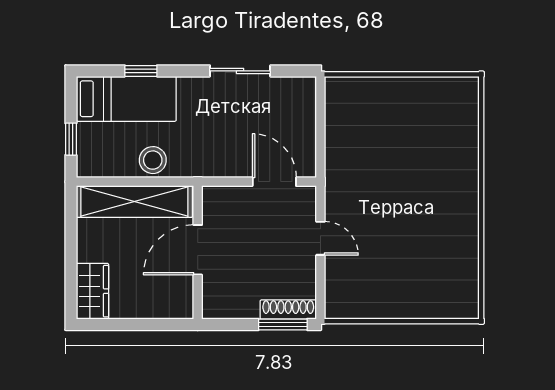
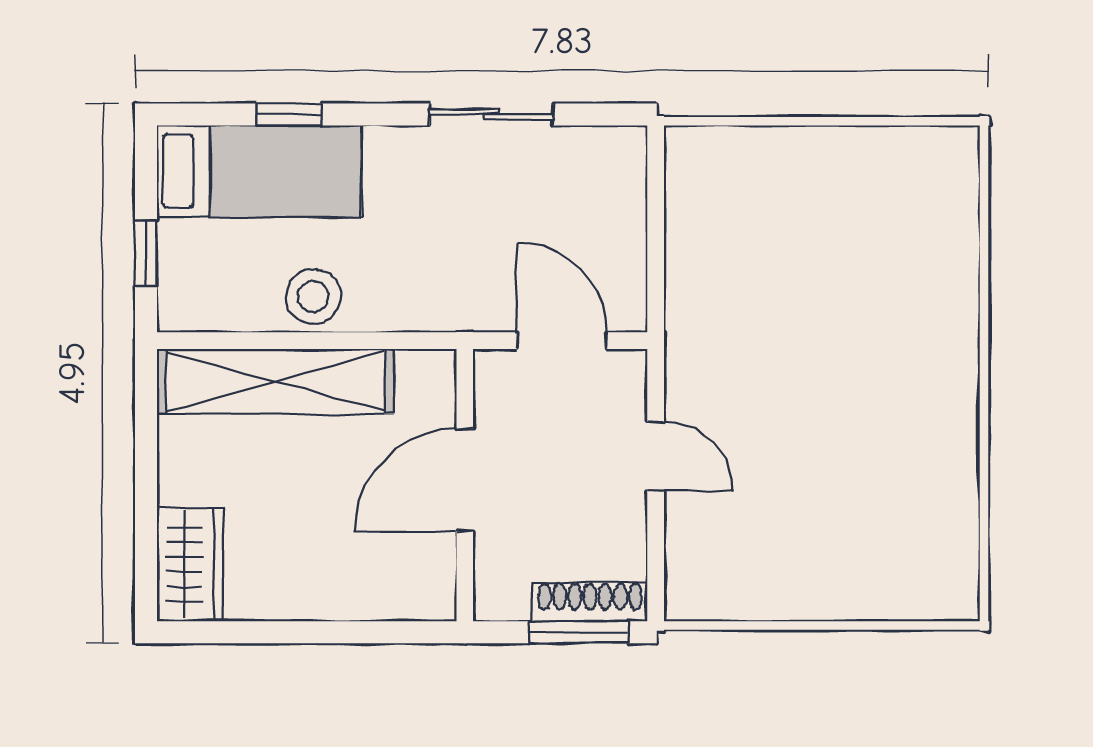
door: (198, 250) -> (465, 480), moved
wall: (198, 252) -> (465, 485), moved

